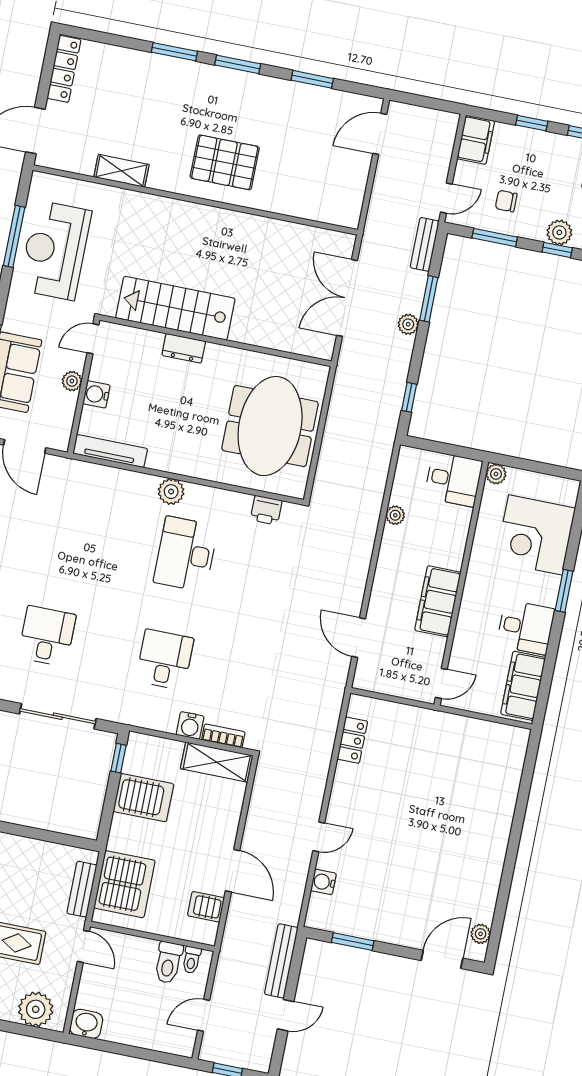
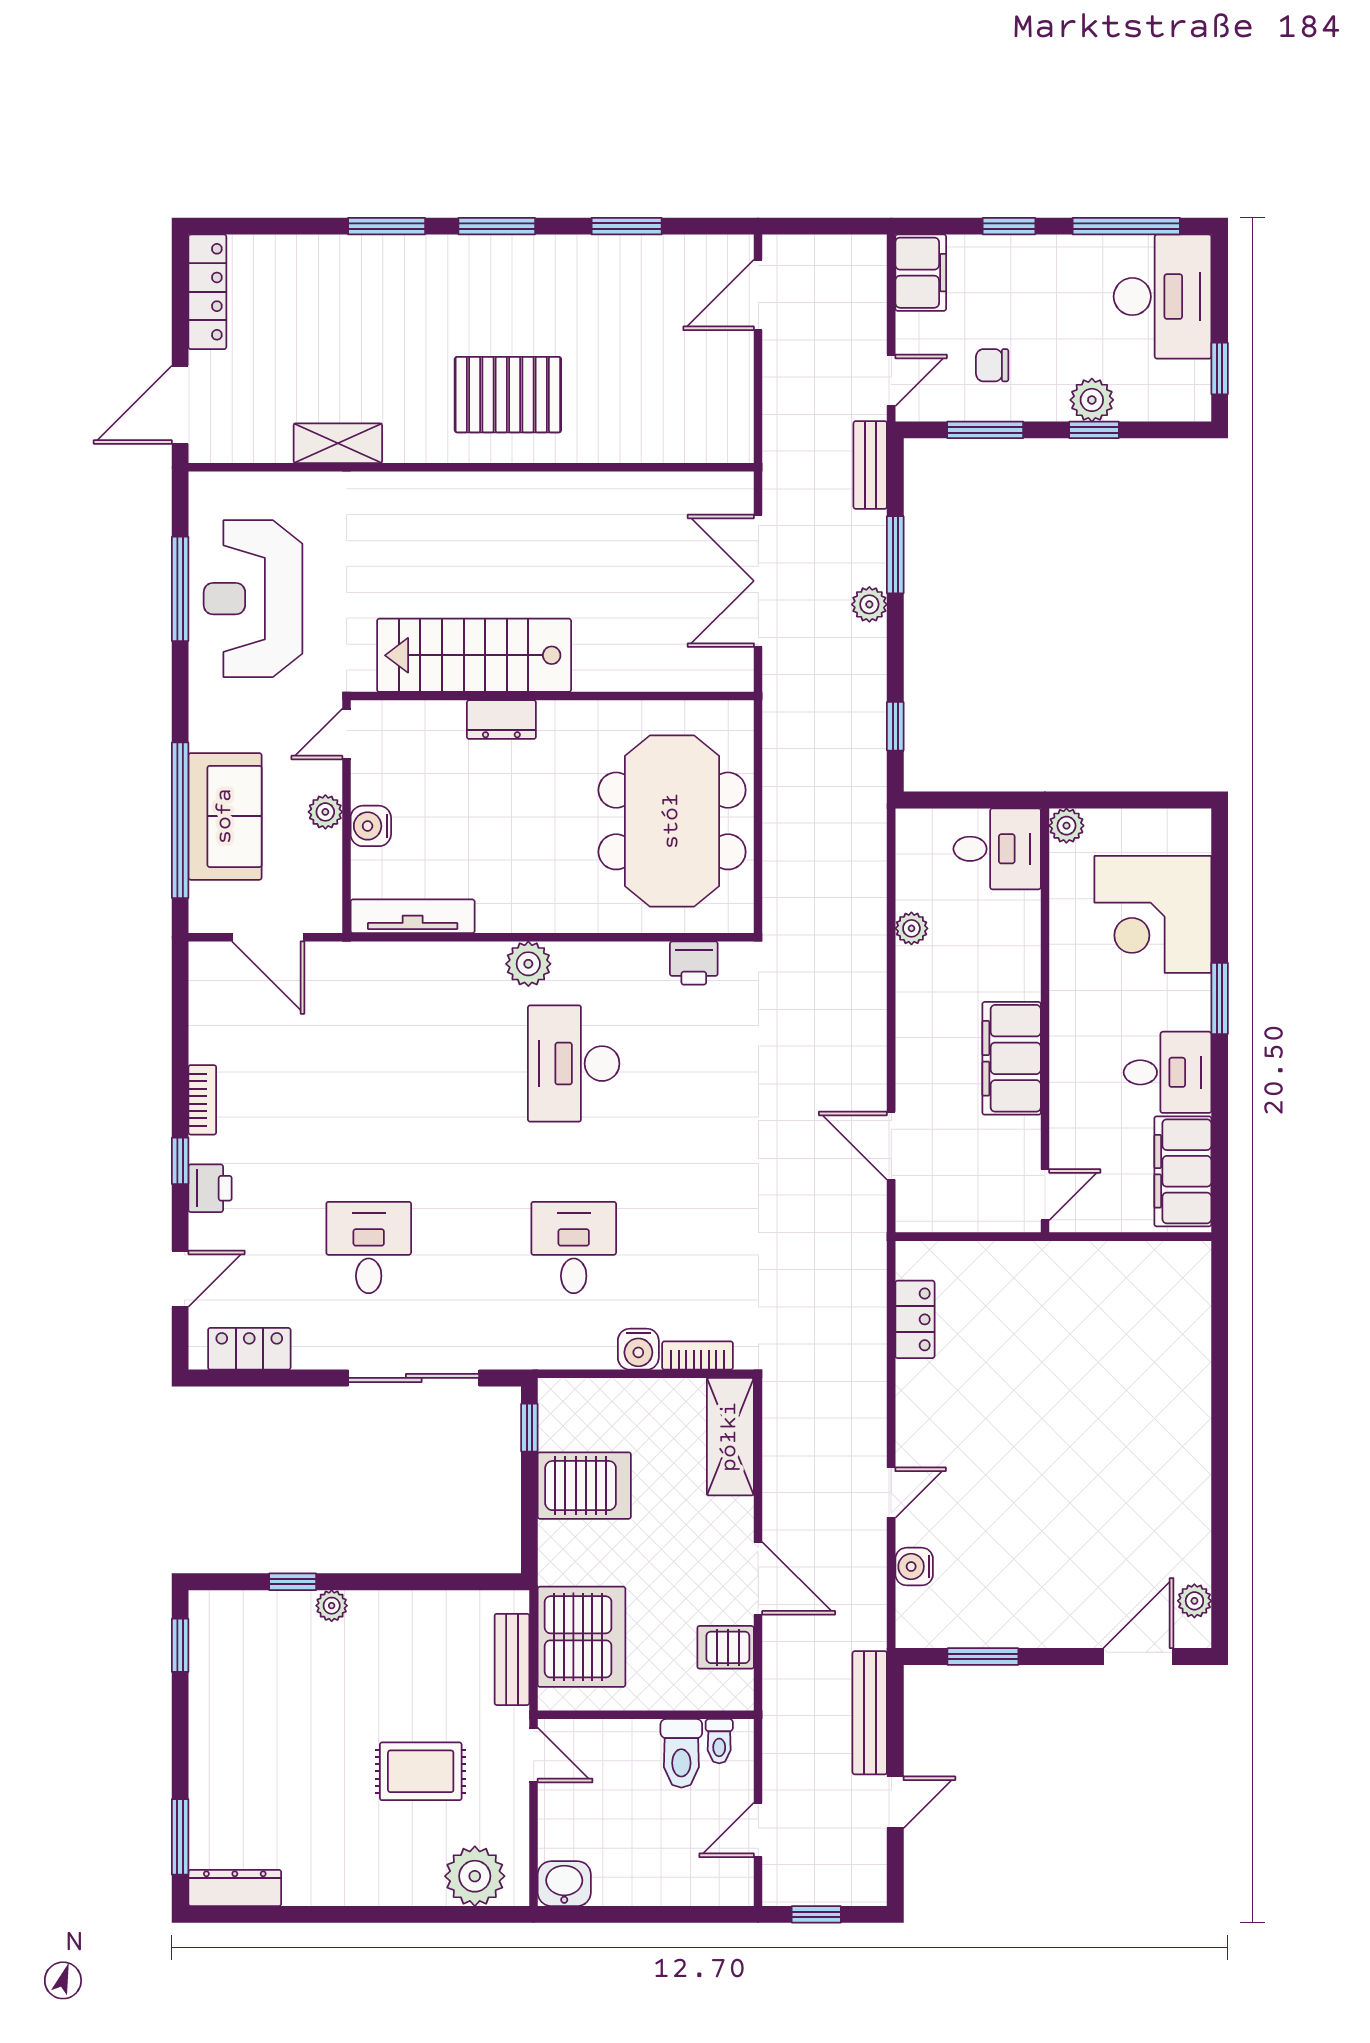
shelving: (217, 762) -> (730, 1437), moved, turned 90

